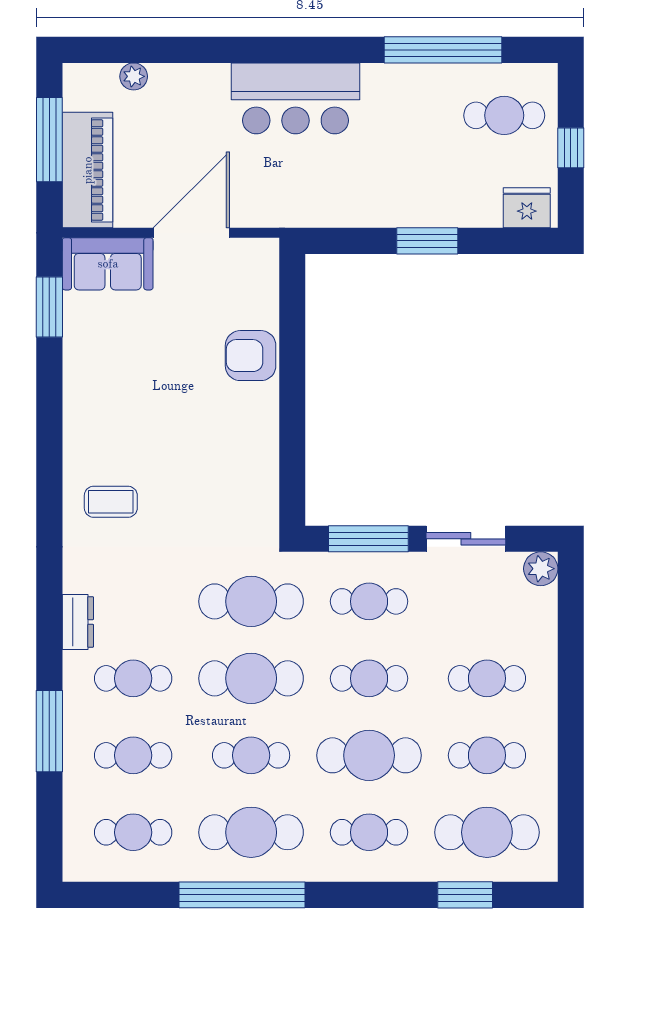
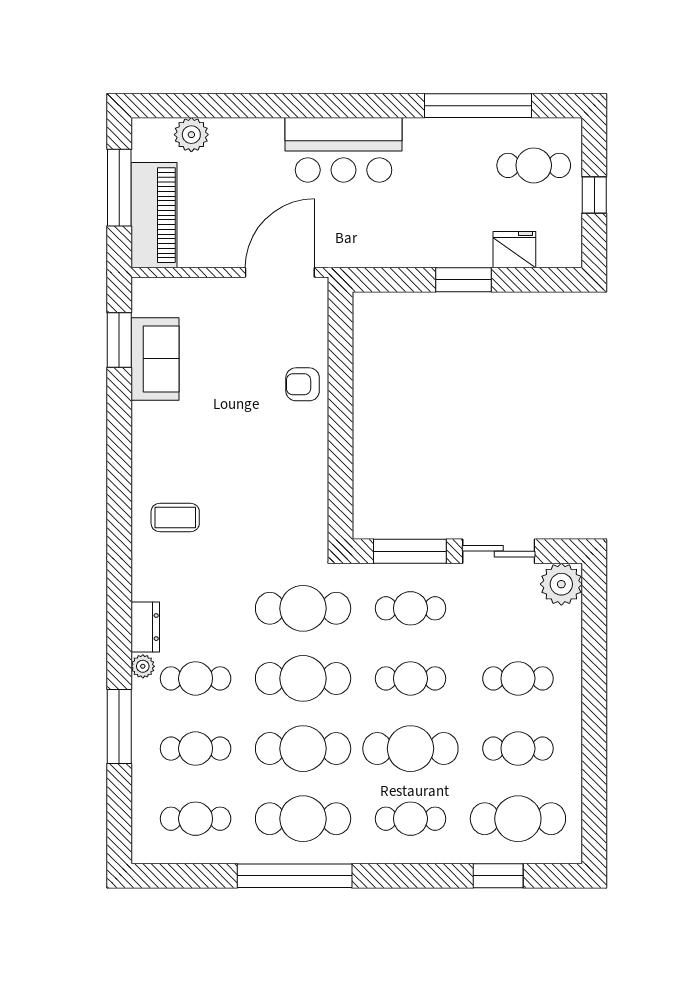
plant: (134, 76) -> (191, 135), width x1.38, depth x1.38
fridge: (527, 208) -> (514, 250), moved
door: (191, 233) -> (280, 272), moved
sofa: (108, 264) -> (155, 359), moved, turned -90
armchair: (251, 356) -> (303, 384), width x0.72, depth x0.72
plant: (541, 569) -> (561, 584), width x1.36, depth x1.36
plant: (75, 665) -> (143, 666), added
cafe table: (251, 755) -> (303, 749), width x1.37, depth x1.35

